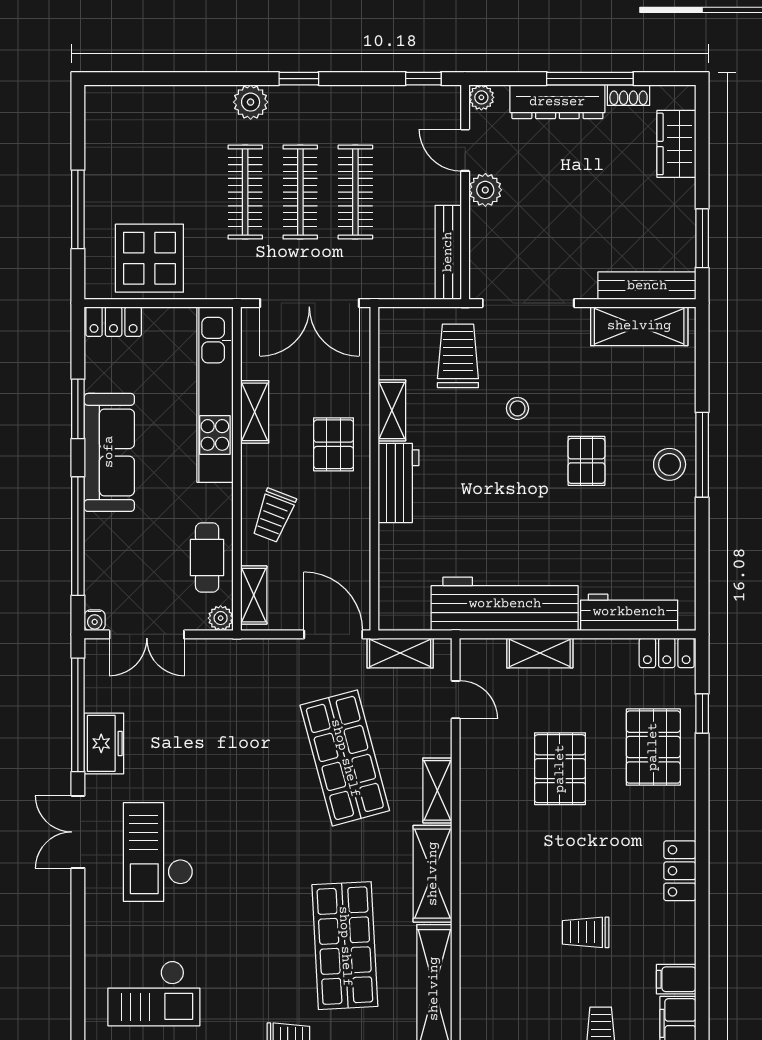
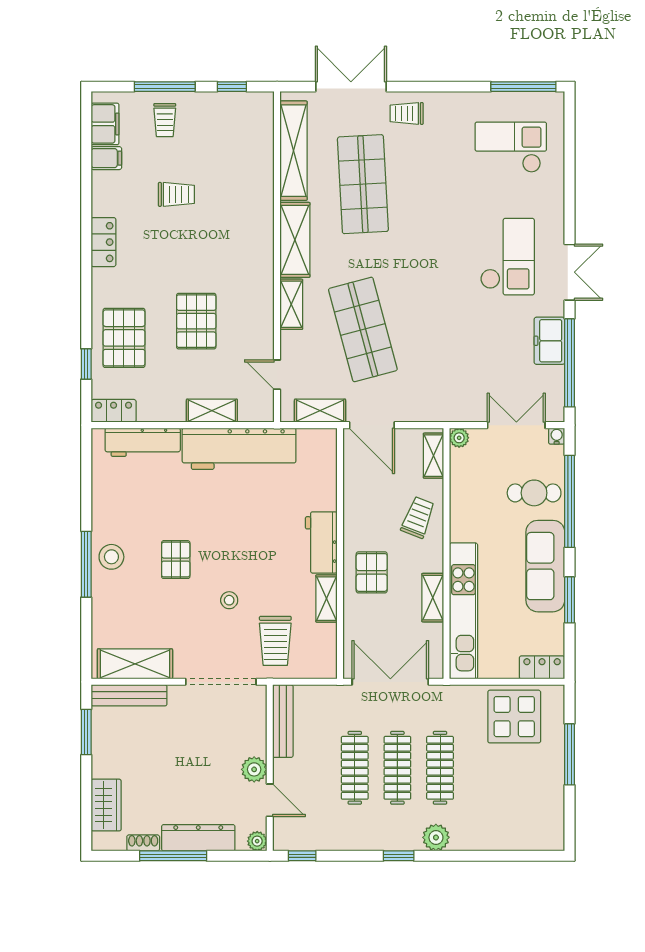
cafe table: (207, 557) -> (534, 493), moved, turned 90

